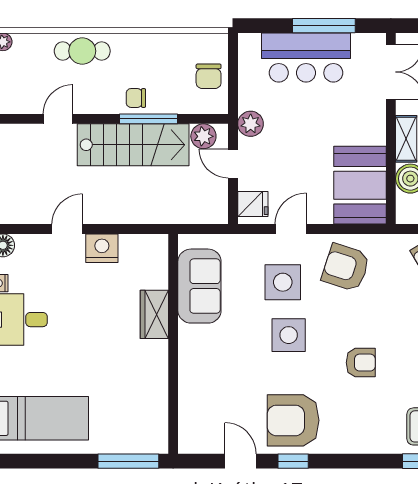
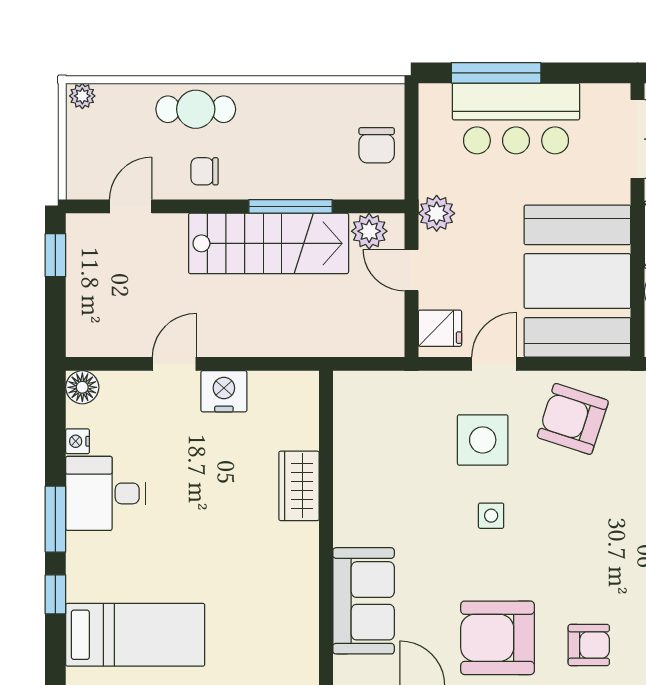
window: (324, 26) -> (496, 73), moved
chair: (136, 98) -> (205, 171), moved
door: (58, 119) -> (131, 206), moved
booth: (360, 185) -> (577, 281), width x1.36, depth x1.42
sofa: (199, 286) -> (364, 601), moved
side table: (289, 335) -> (491, 516), width x0.54, depth x0.54
armchair: (361, 363) -> (589, 645), moved

